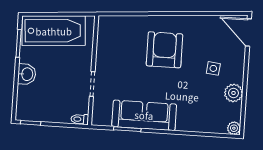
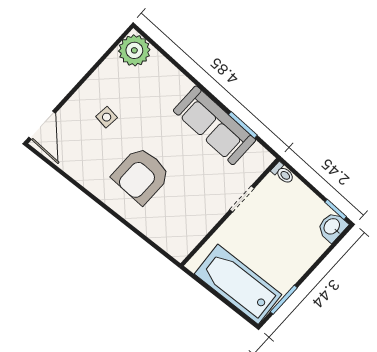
washbasin: (27, 74) -> (332, 227), moved
plant: (234, 93) -> (106, 76), removed
plant: (234, 128) -> (134, 50), width x1.88, depth x1.88

